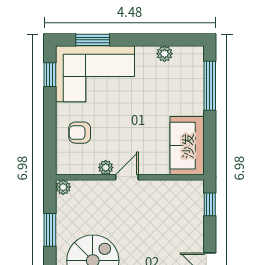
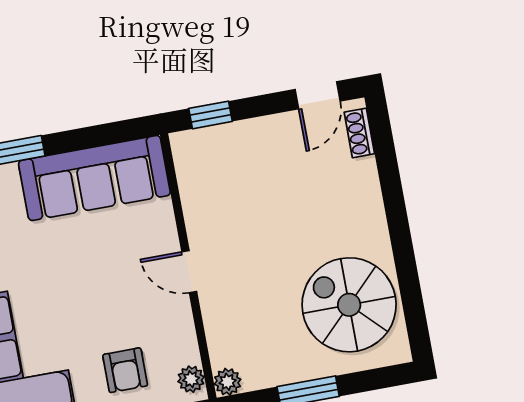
sofa: (187, 146) -> (94, 178), width x1.36
plant: (106, 168) -> (191, 379), moved

